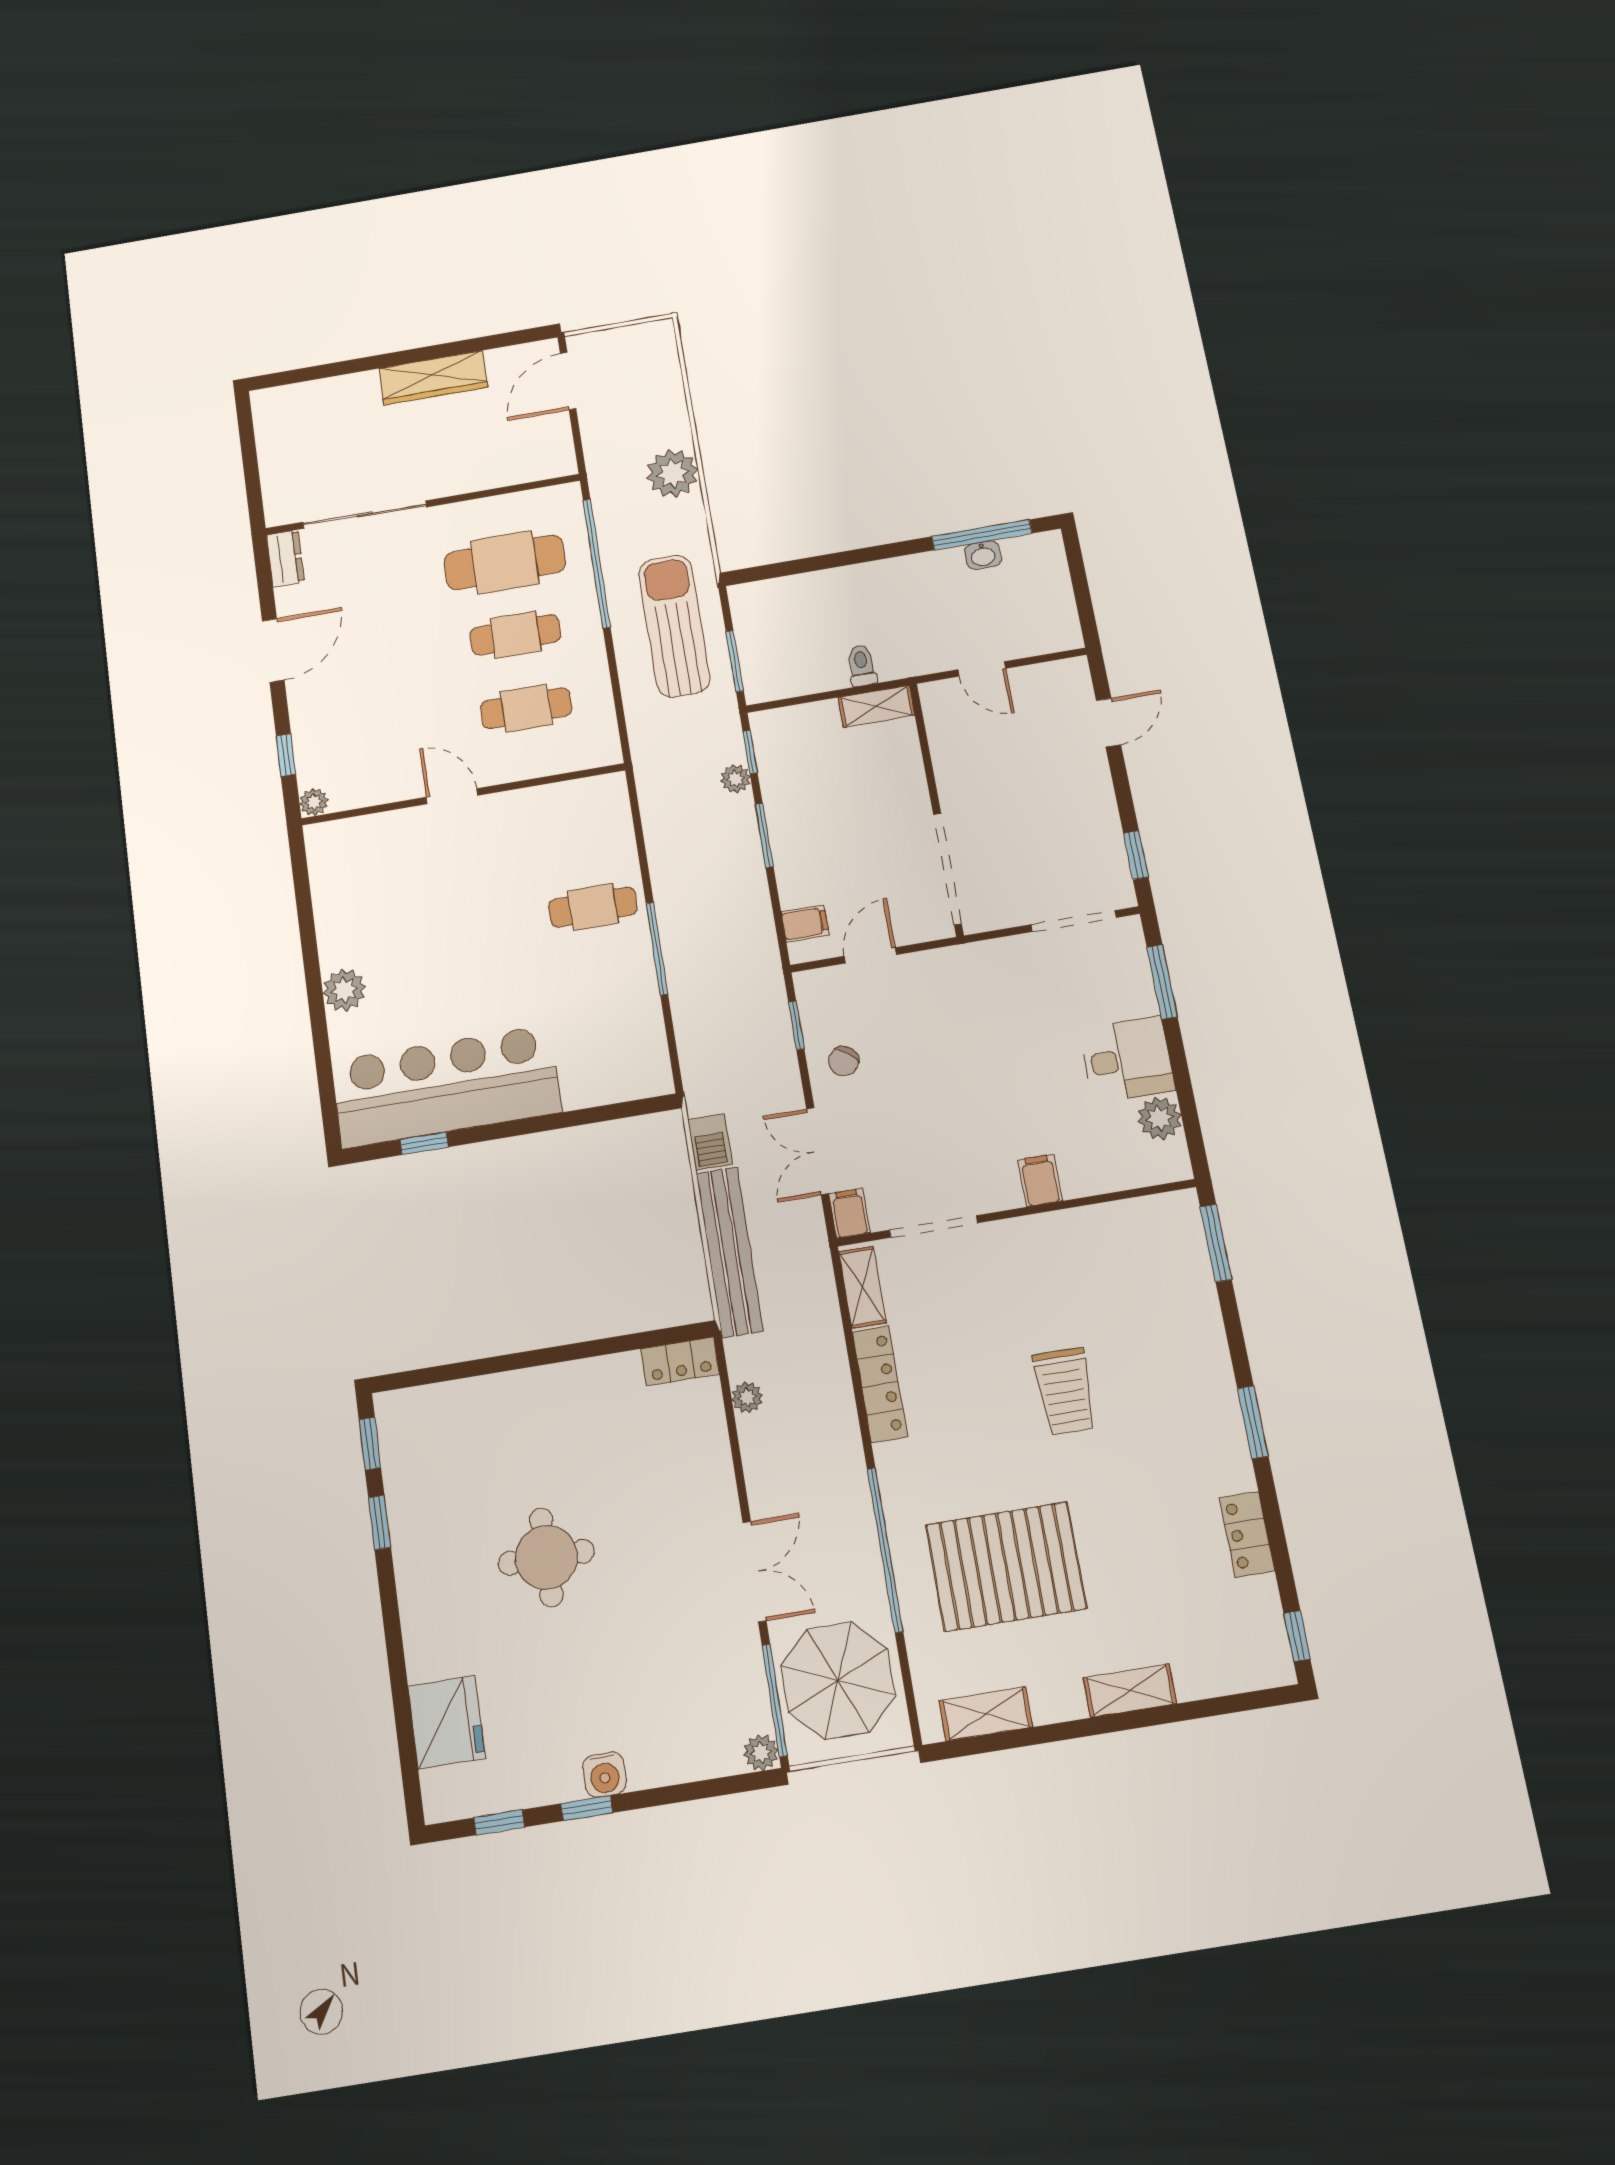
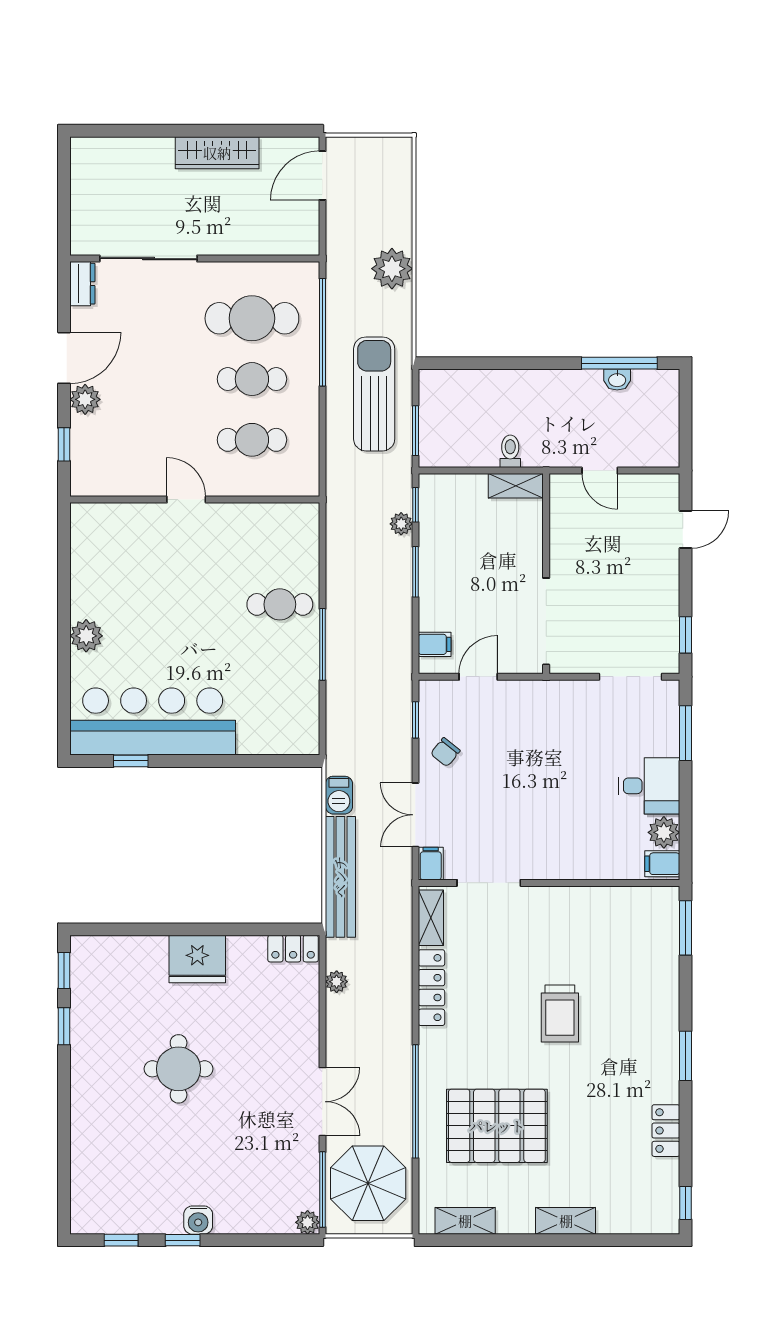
plant: (314, 802) -> (85, 399), moved, width x1.38, depth x1.38
filing cabinet: (1040, 1180) -> (662, 864), moved, turned -90
fridge: (446, 1722) -> (197, 959), moved, turned 90

